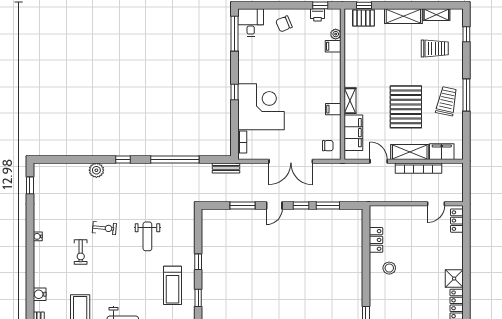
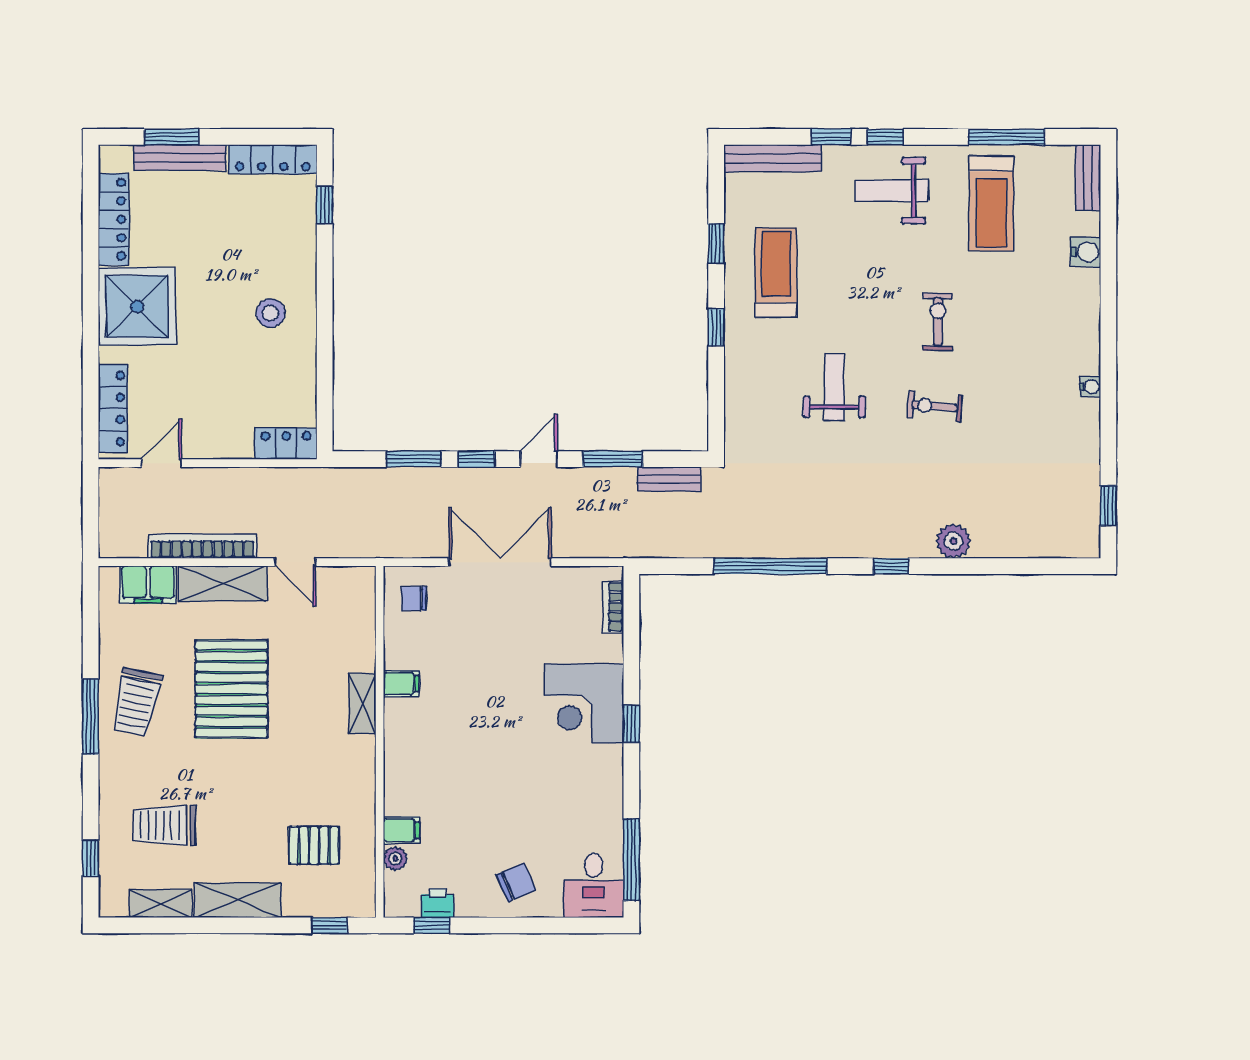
pallet: (364, 18) -> (314, 845), moved
corner desk: (261, 107) -> (584, 703), width x0.74, depth x0.74
filing cabinet: (353, 133) -> (354, 629), removed
bench: (226, 168) -> (669, 479), moved
locker: (457, 221) -> (113, 409), width x1.53
locker: (376, 240) -> (286, 444), moved, turned 90
exercise bike: (81, 252) -> (938, 322), moved
shower: (454, 279) -> (137, 306), width x1.86, depth x1.86

